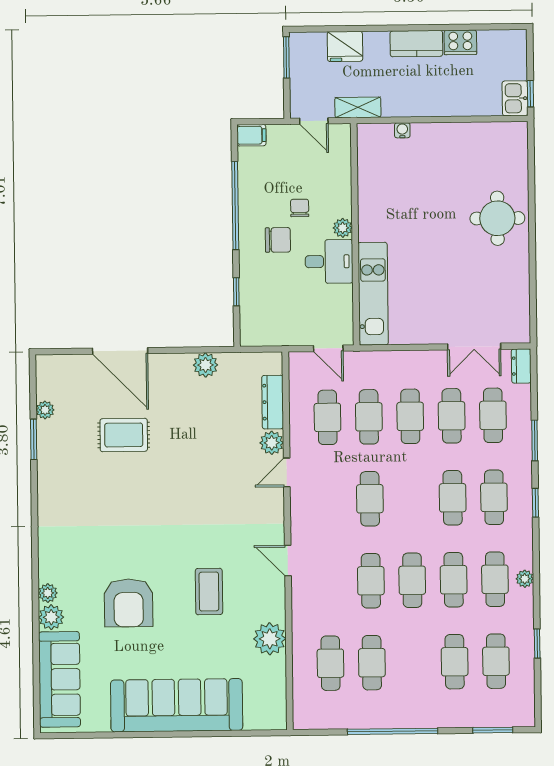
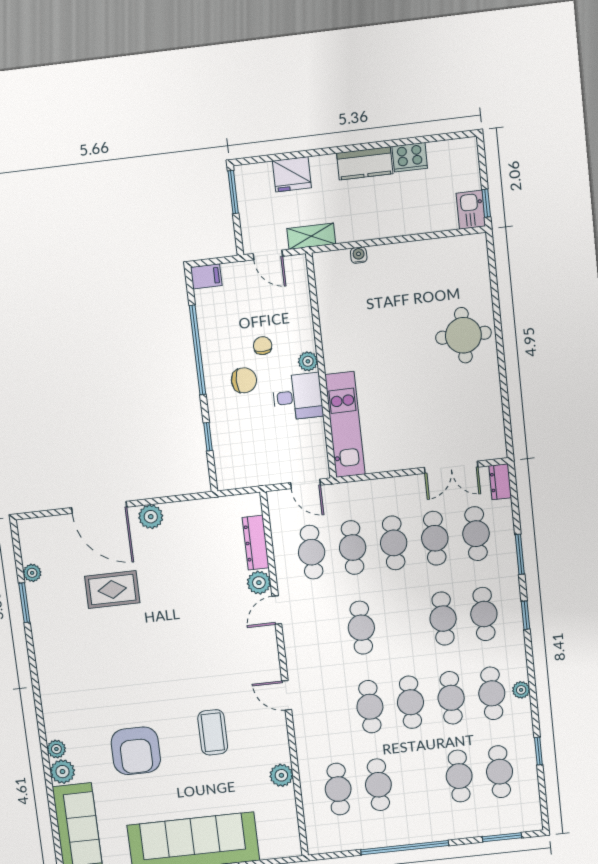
plant: (206, 365) -> (151, 517), moved
plant: (270, 639) -> (281, 775), width x0.73, depth x0.73

